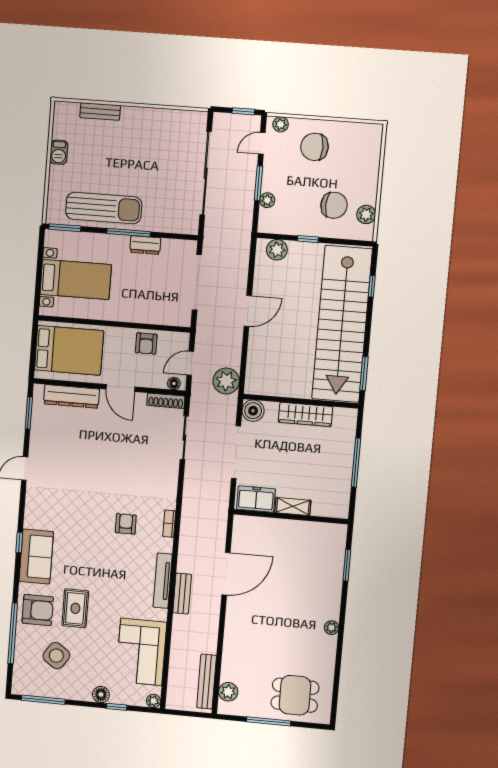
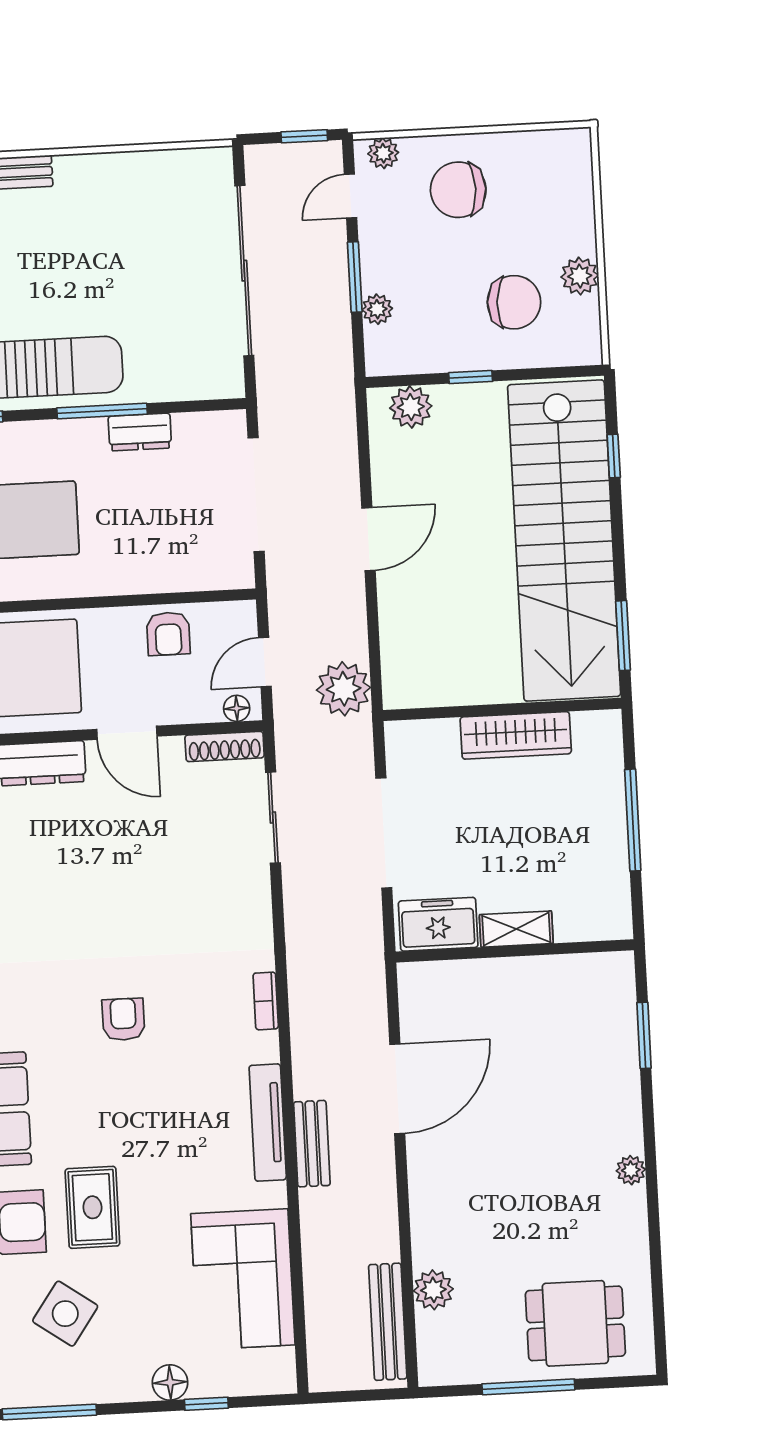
plant: (366, 214) -> (580, 276), moved
boiler: (253, 411) -> (407, 742), removed
armchair: (126, 524) -> (123, 1019), moved
plant: (228, 692) -> (433, 1290), moved
plant: (154, 701) -> (282, 1380), removed

